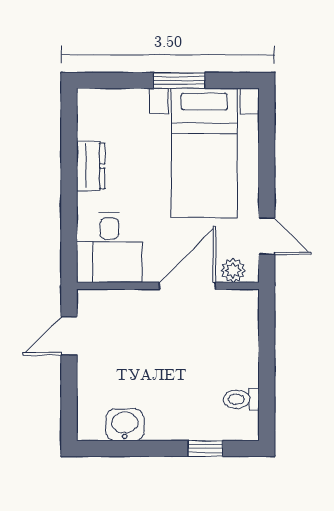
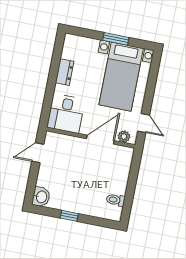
washbasin: (125, 425) -> (41, 197), moved, turned 90
window: (205, 449) -> (69, 216), moved

